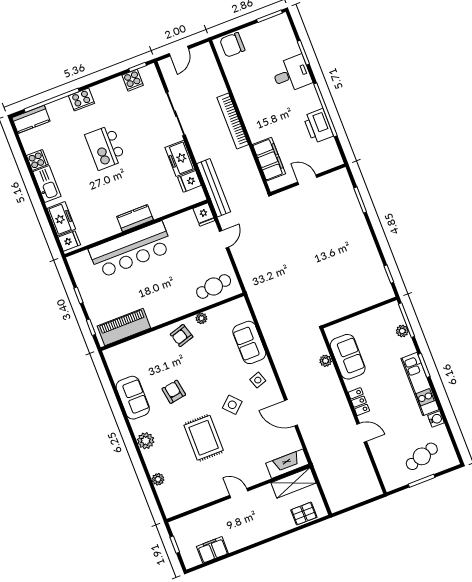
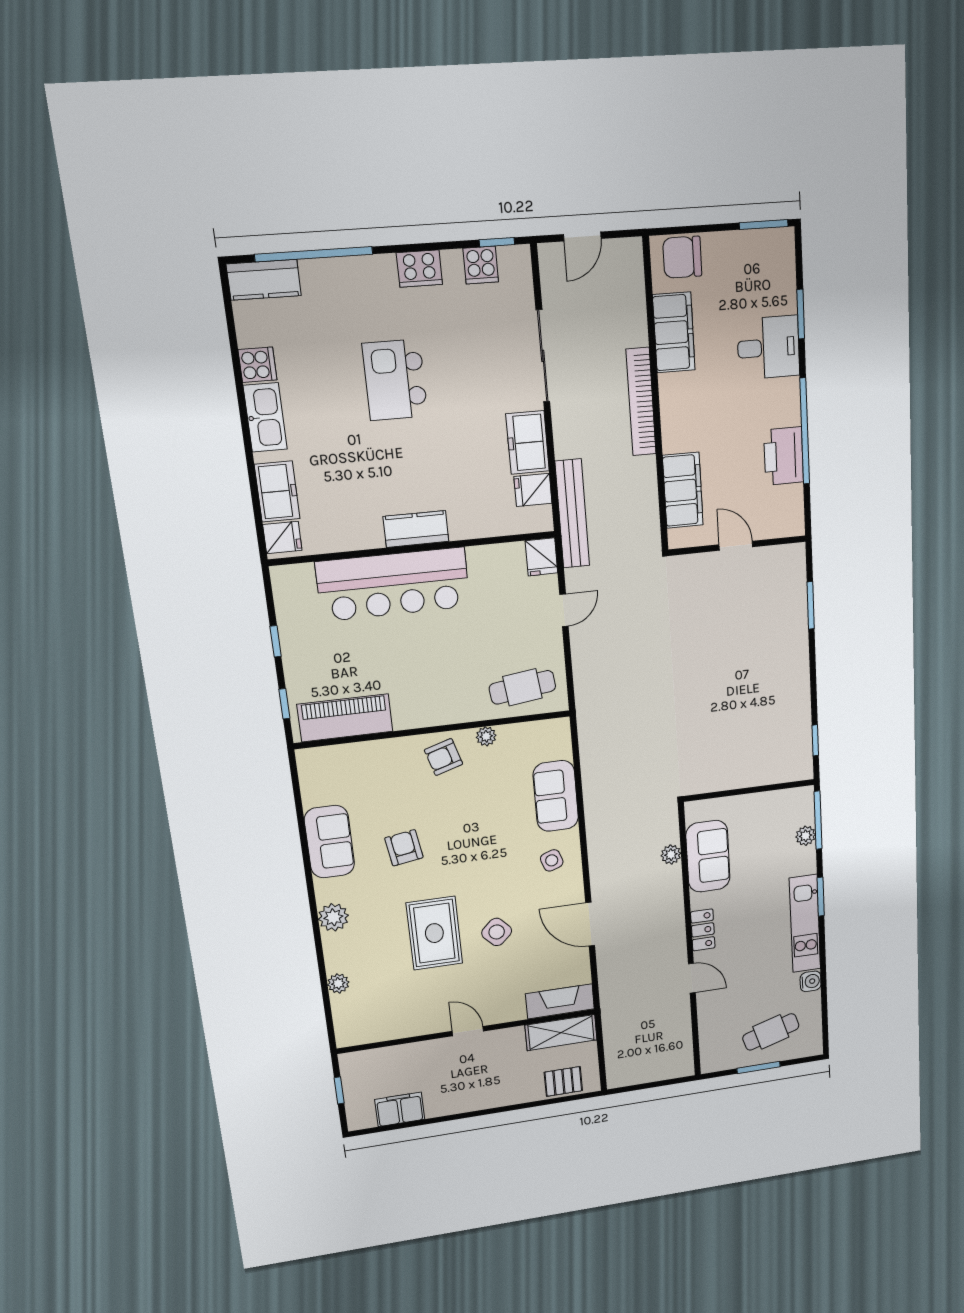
filing cabinet: (239, 82) -> (674, 332), added
cooker: (82, 100) -> (419, 269), moved
side table: (232, 405) -> (497, 932), moved

